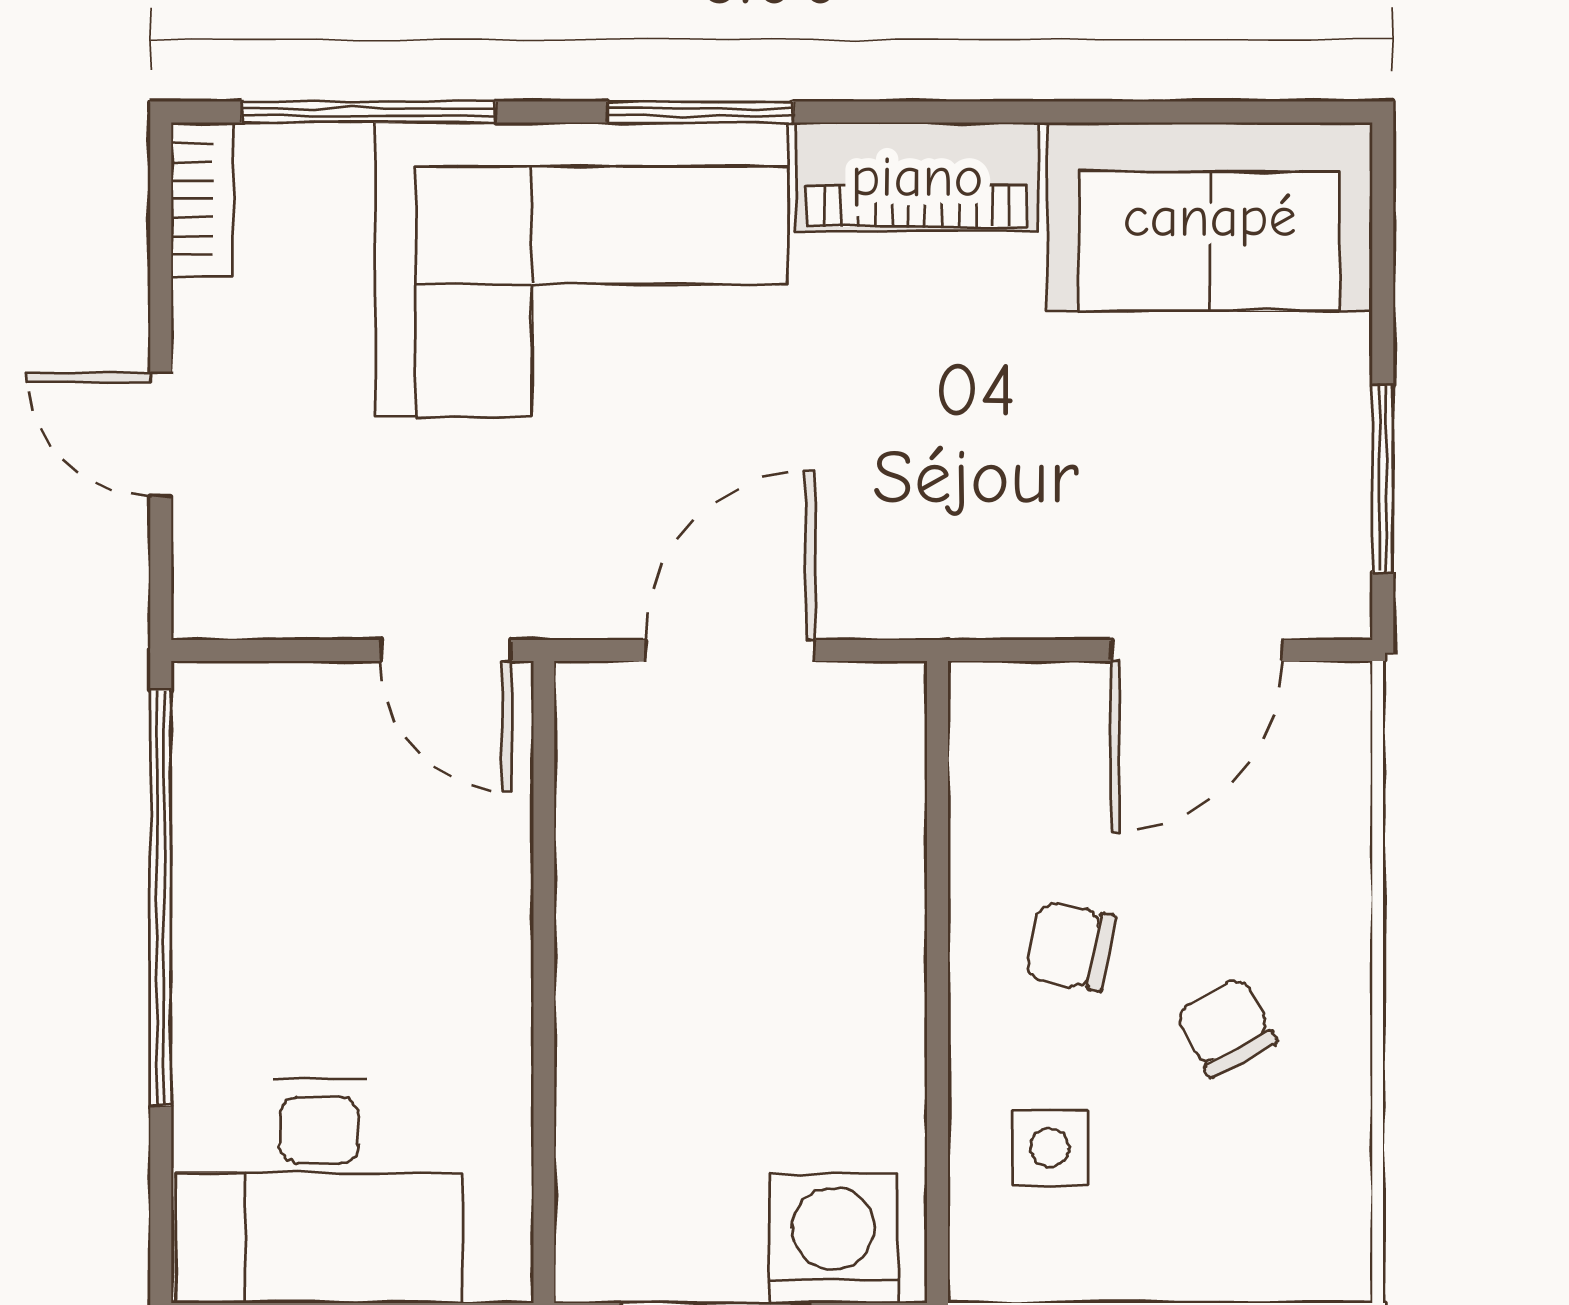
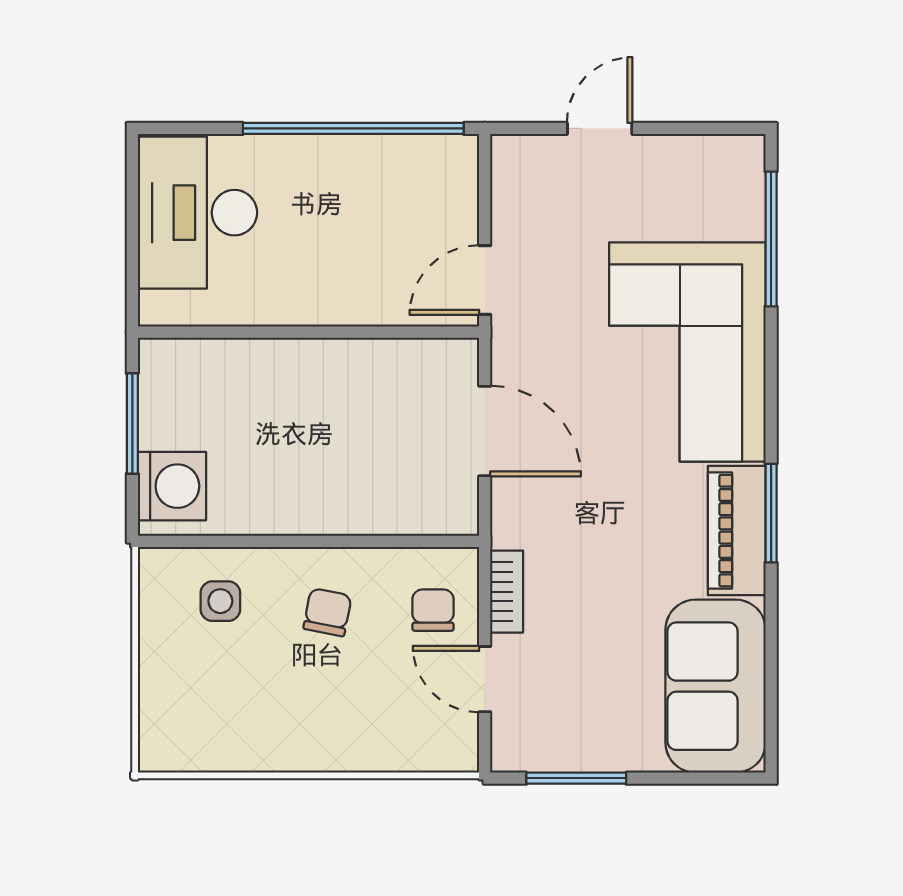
window: (700, 112) -> (771, 513), moved
bookcase: (202, 199) -> (507, 592), moved, turned -90
door: (1196, 651) -> (485, 679), width x0.73
chair: (1226, 1027) -> (433, 610), moved, turned -62

